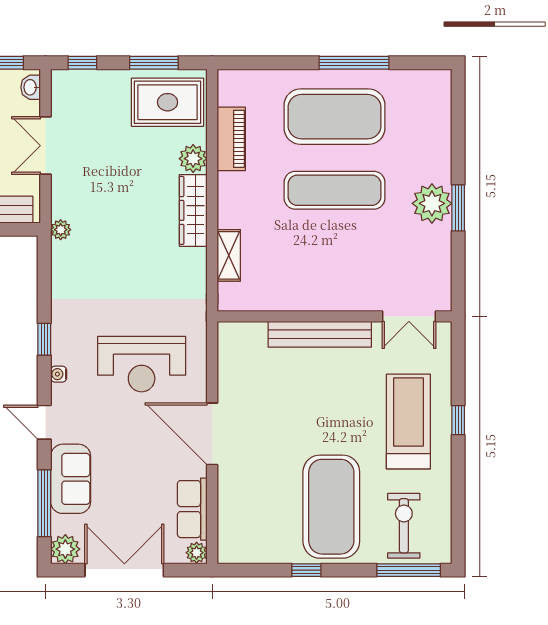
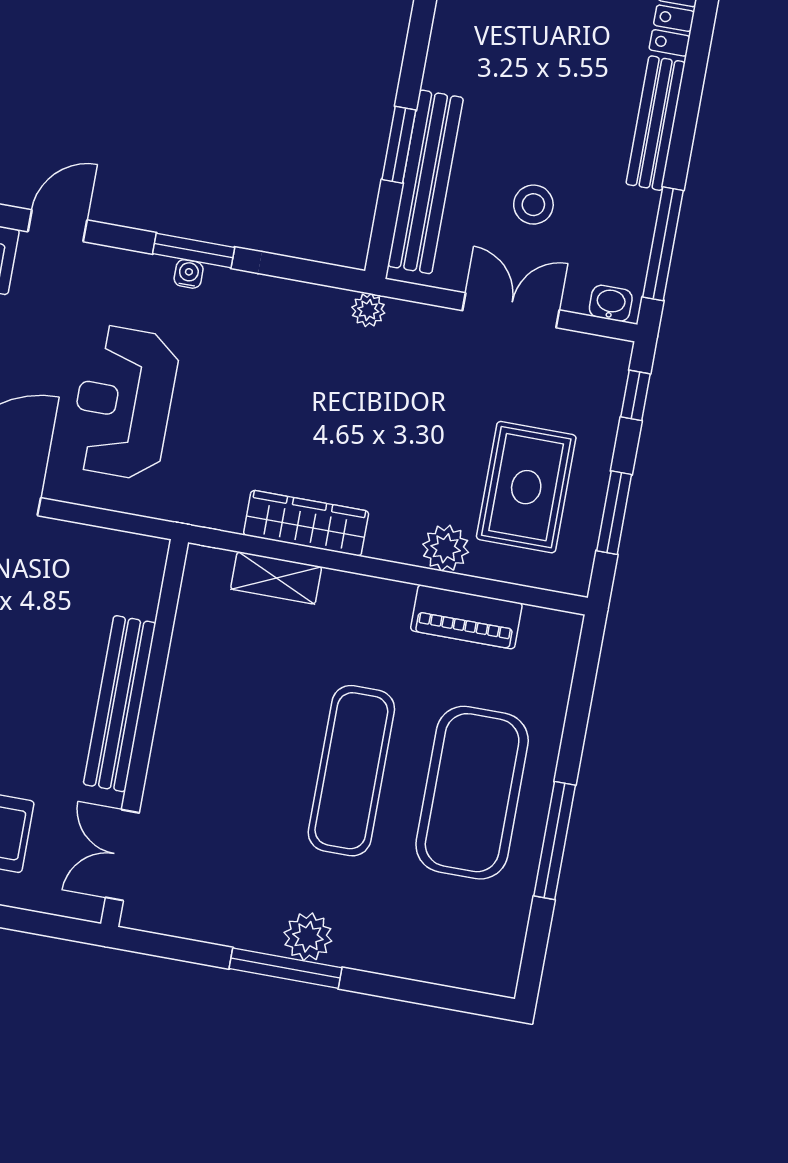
rug: (168, 102) -> (526, 487), moved
plant: (432, 203) -> (308, 937), width x0.73, depth x0.73
window: (458, 208) -> (286, 968), width x1.44
wardrobe: (193, 210) -> (306, 523), moved
window: (44, 339) -> (194, 251), width x1.50
water cooler: (59, 374) -> (189, 274), moved

